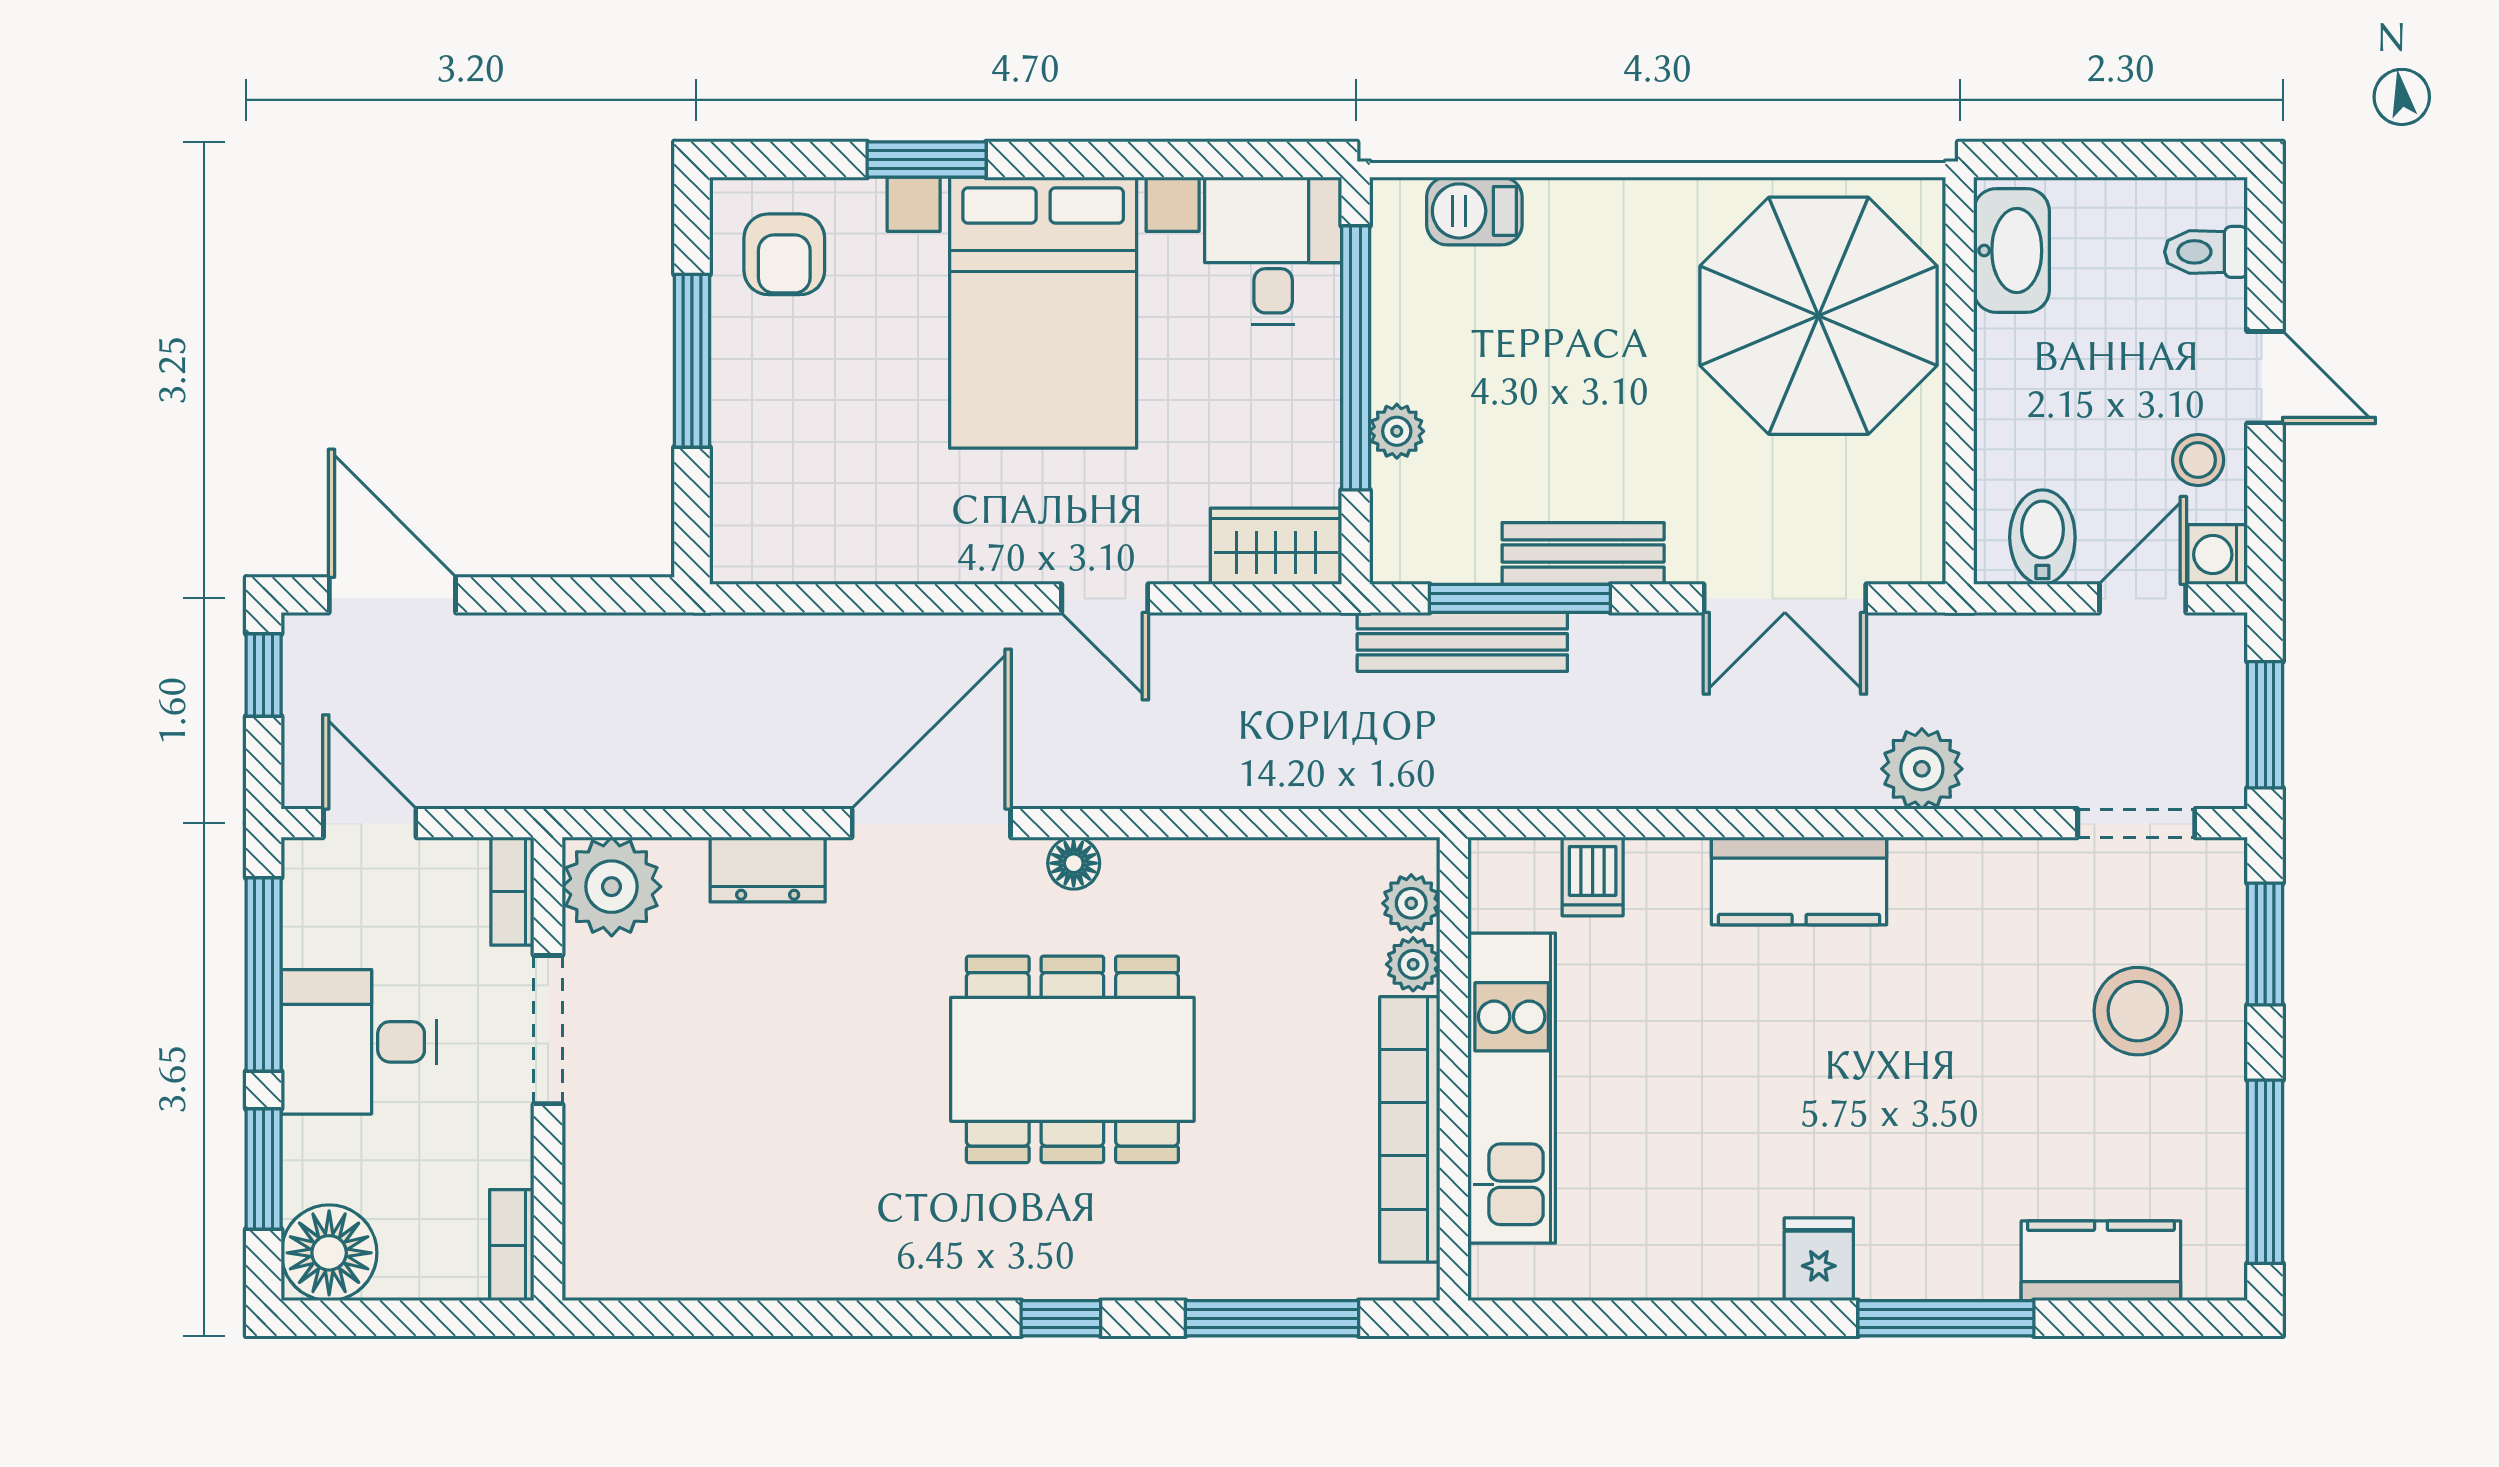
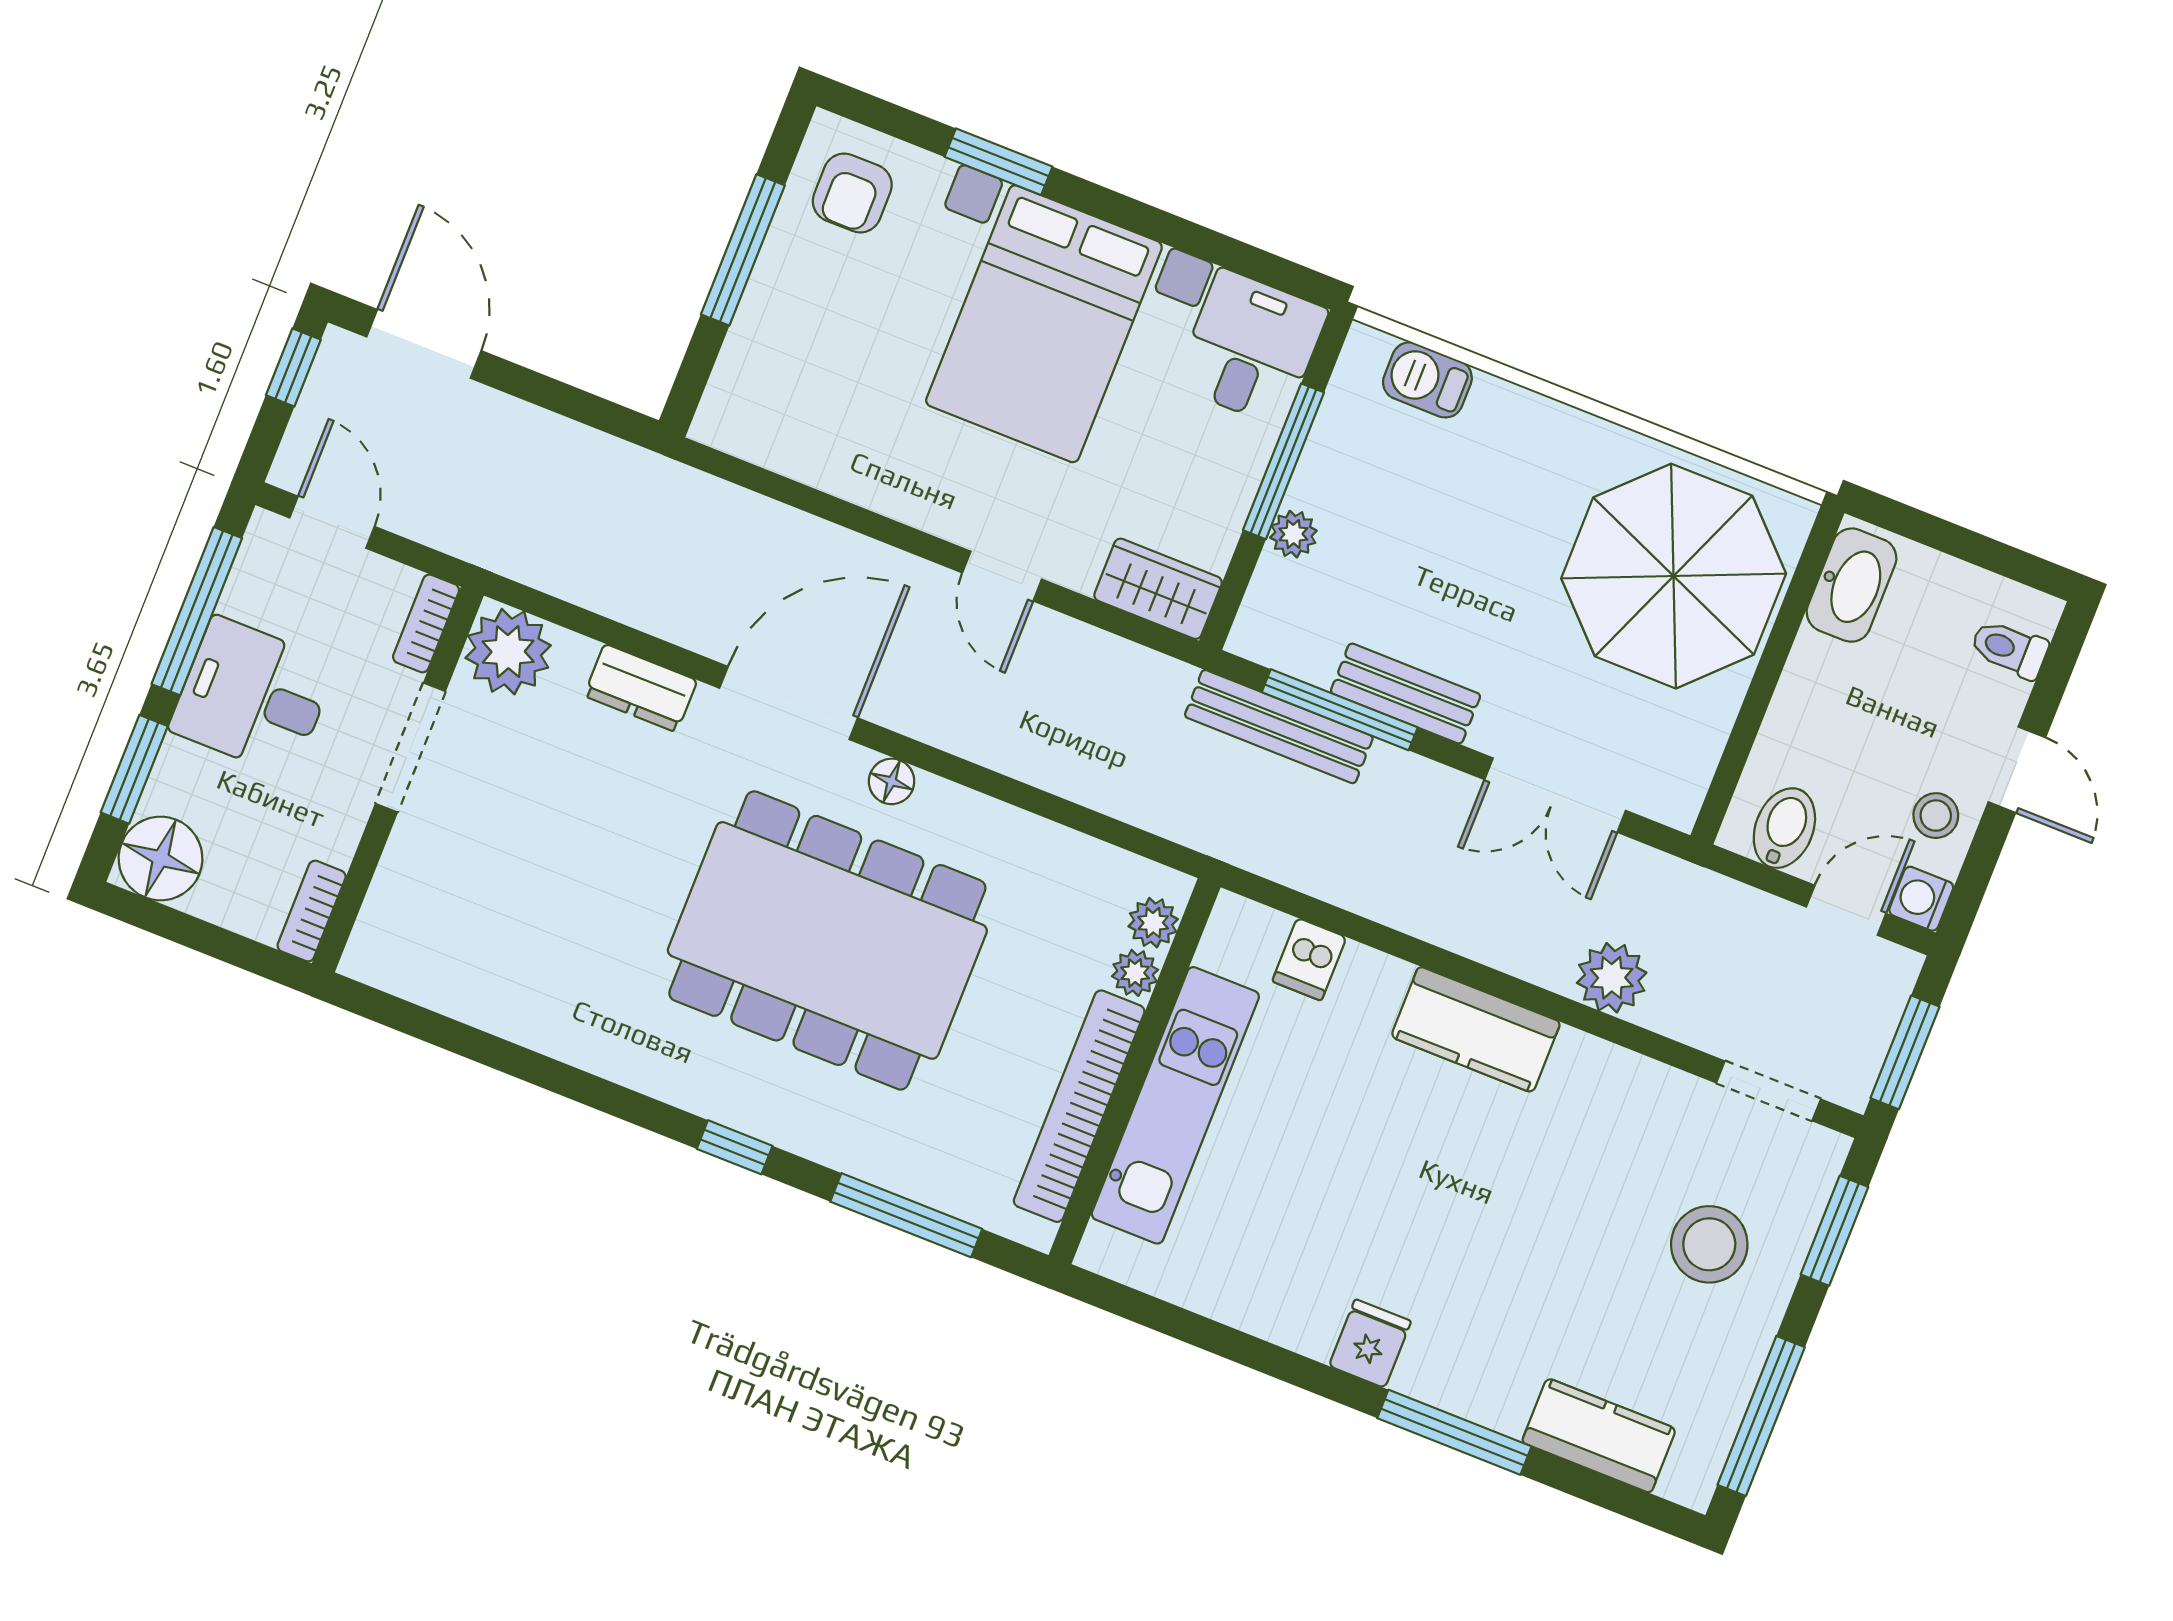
window: (1356, 358) -> (1284, 461), width x0.68
dining table: (1072, 1059) -> (827, 940), width x1.36, depth x1.24

